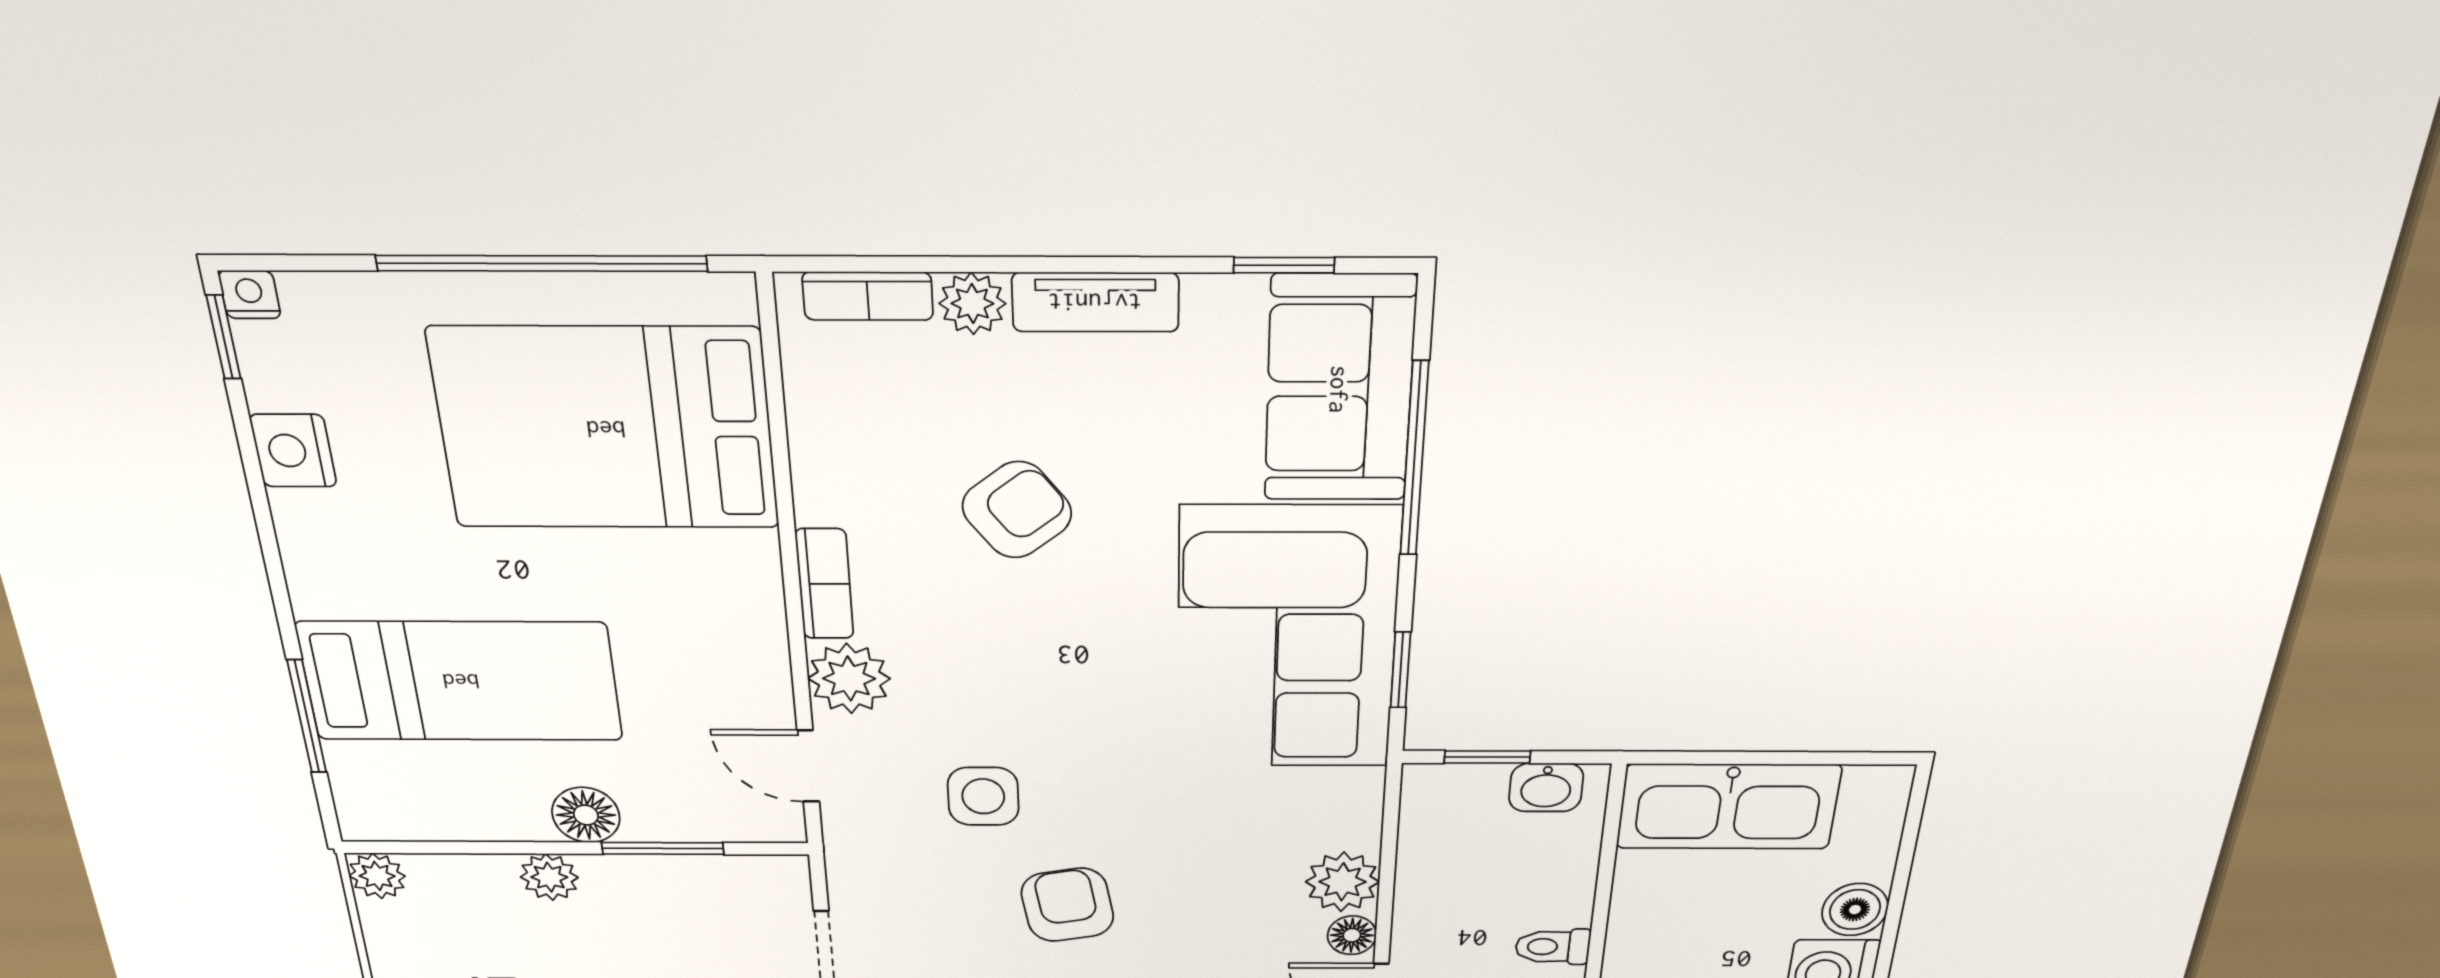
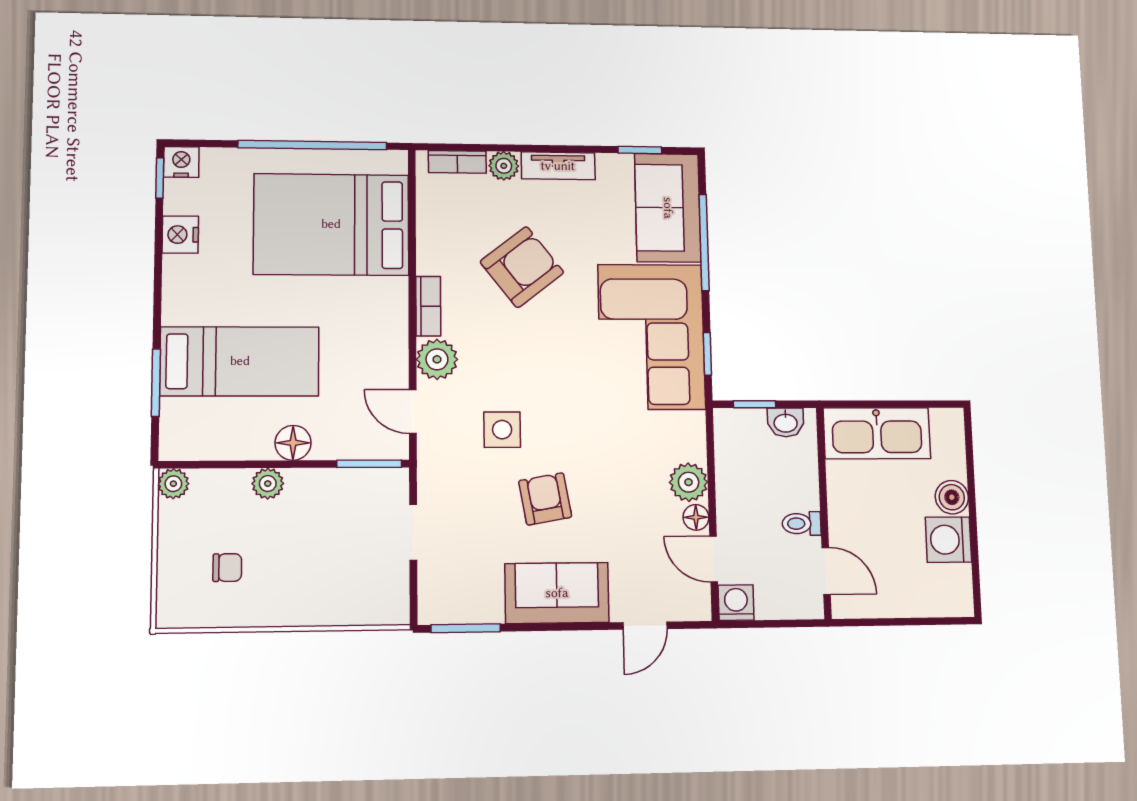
nightstand: (250, 295) -> (181, 162), width x1.39, depth x1.35
armchair: (1017, 510) -> (522, 267), width x1.38, depth x1.38
window: (663, 848) -> (369, 464), moved

